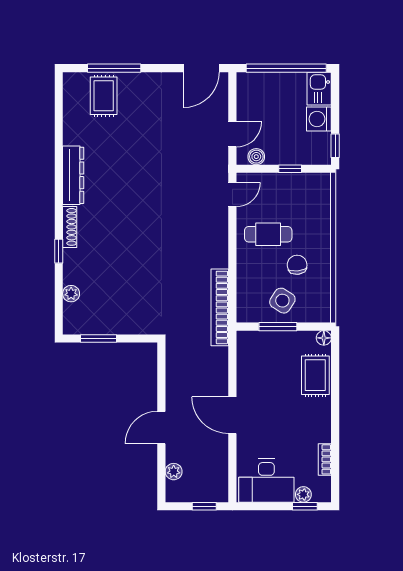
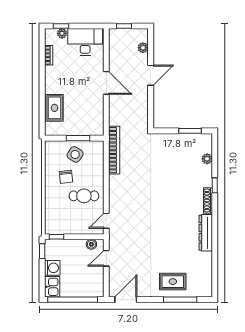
rug: (104, 96) -> (173, 282), moved, turned 90
window: (290, 169) -> (57, 237), moved
floor lamp: (324, 338) -> (49, 131), removed

